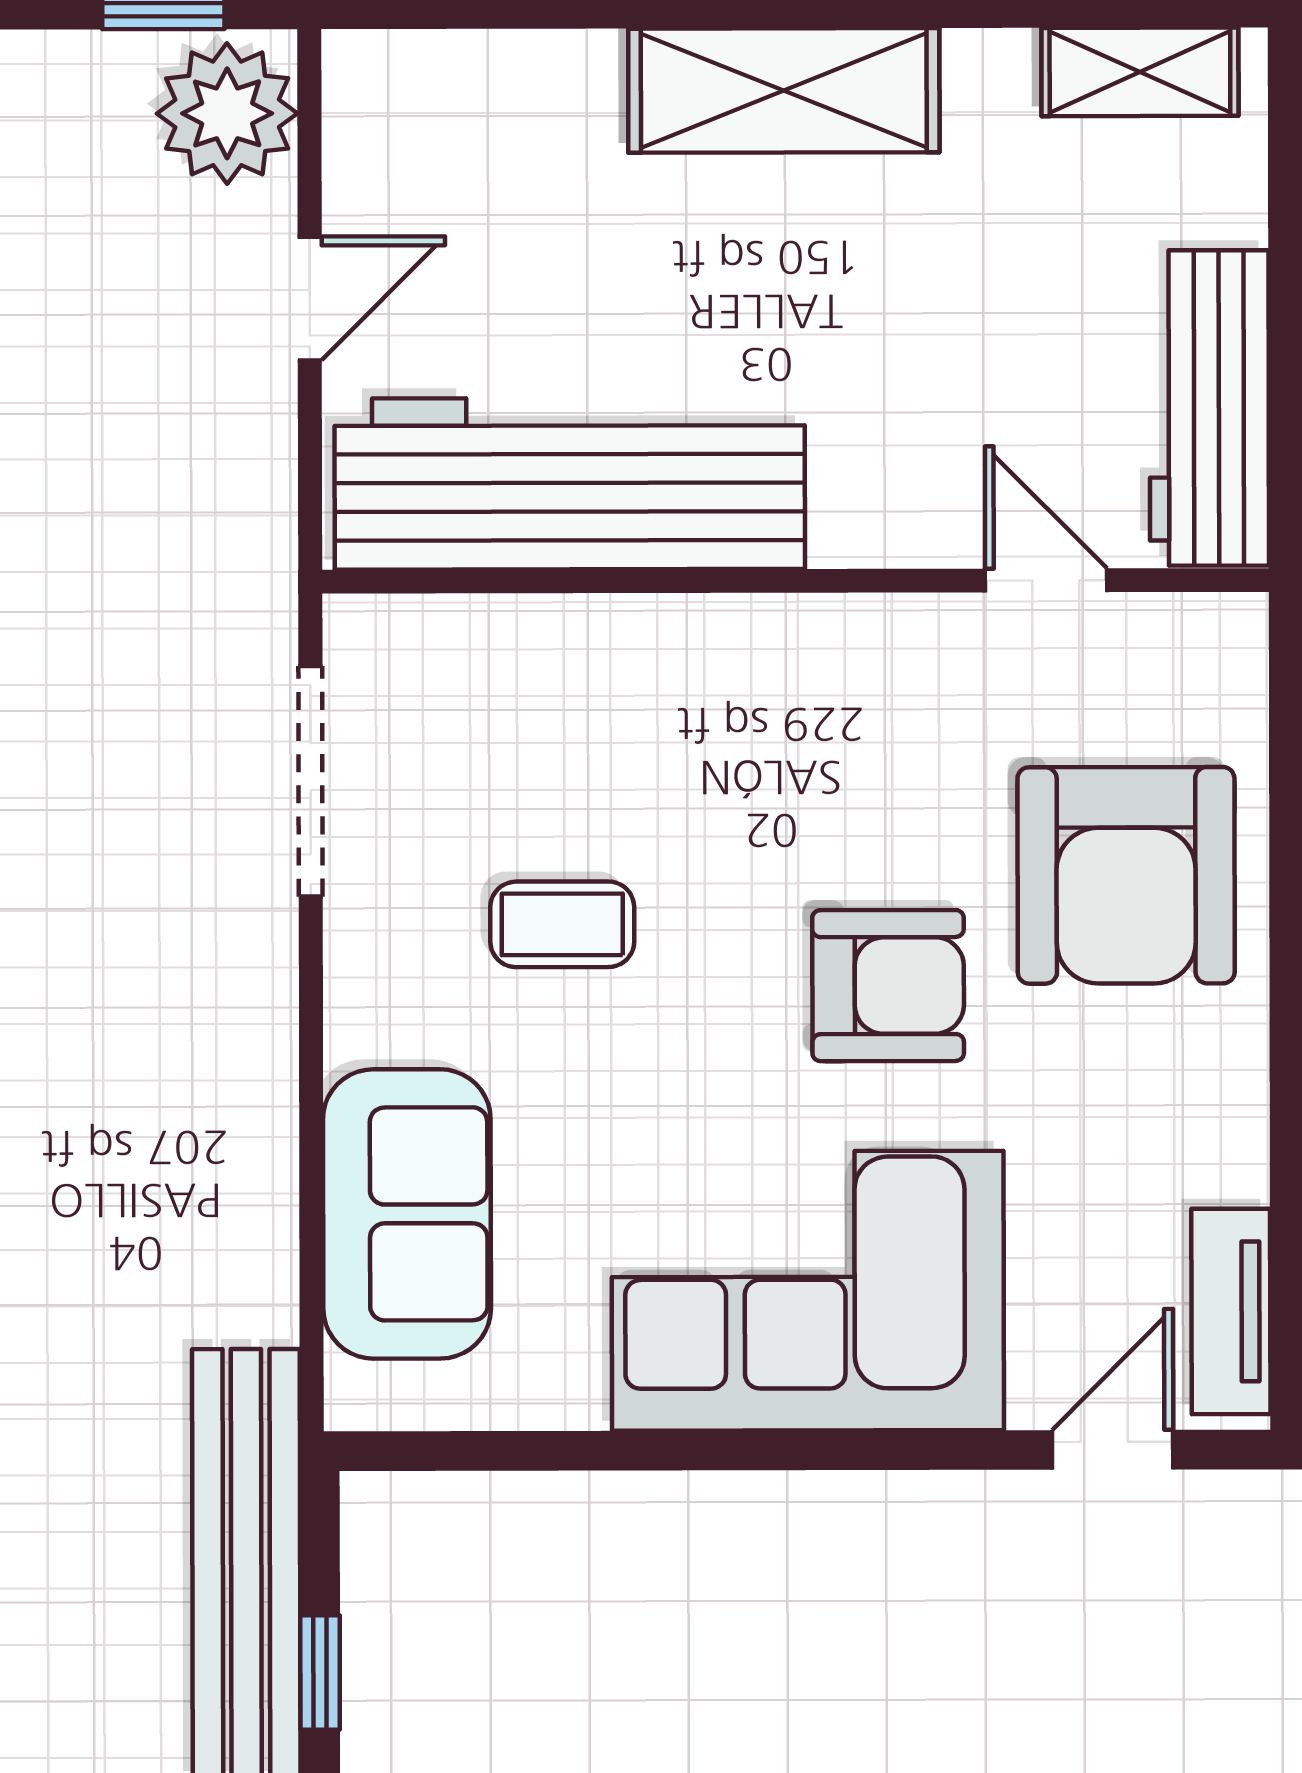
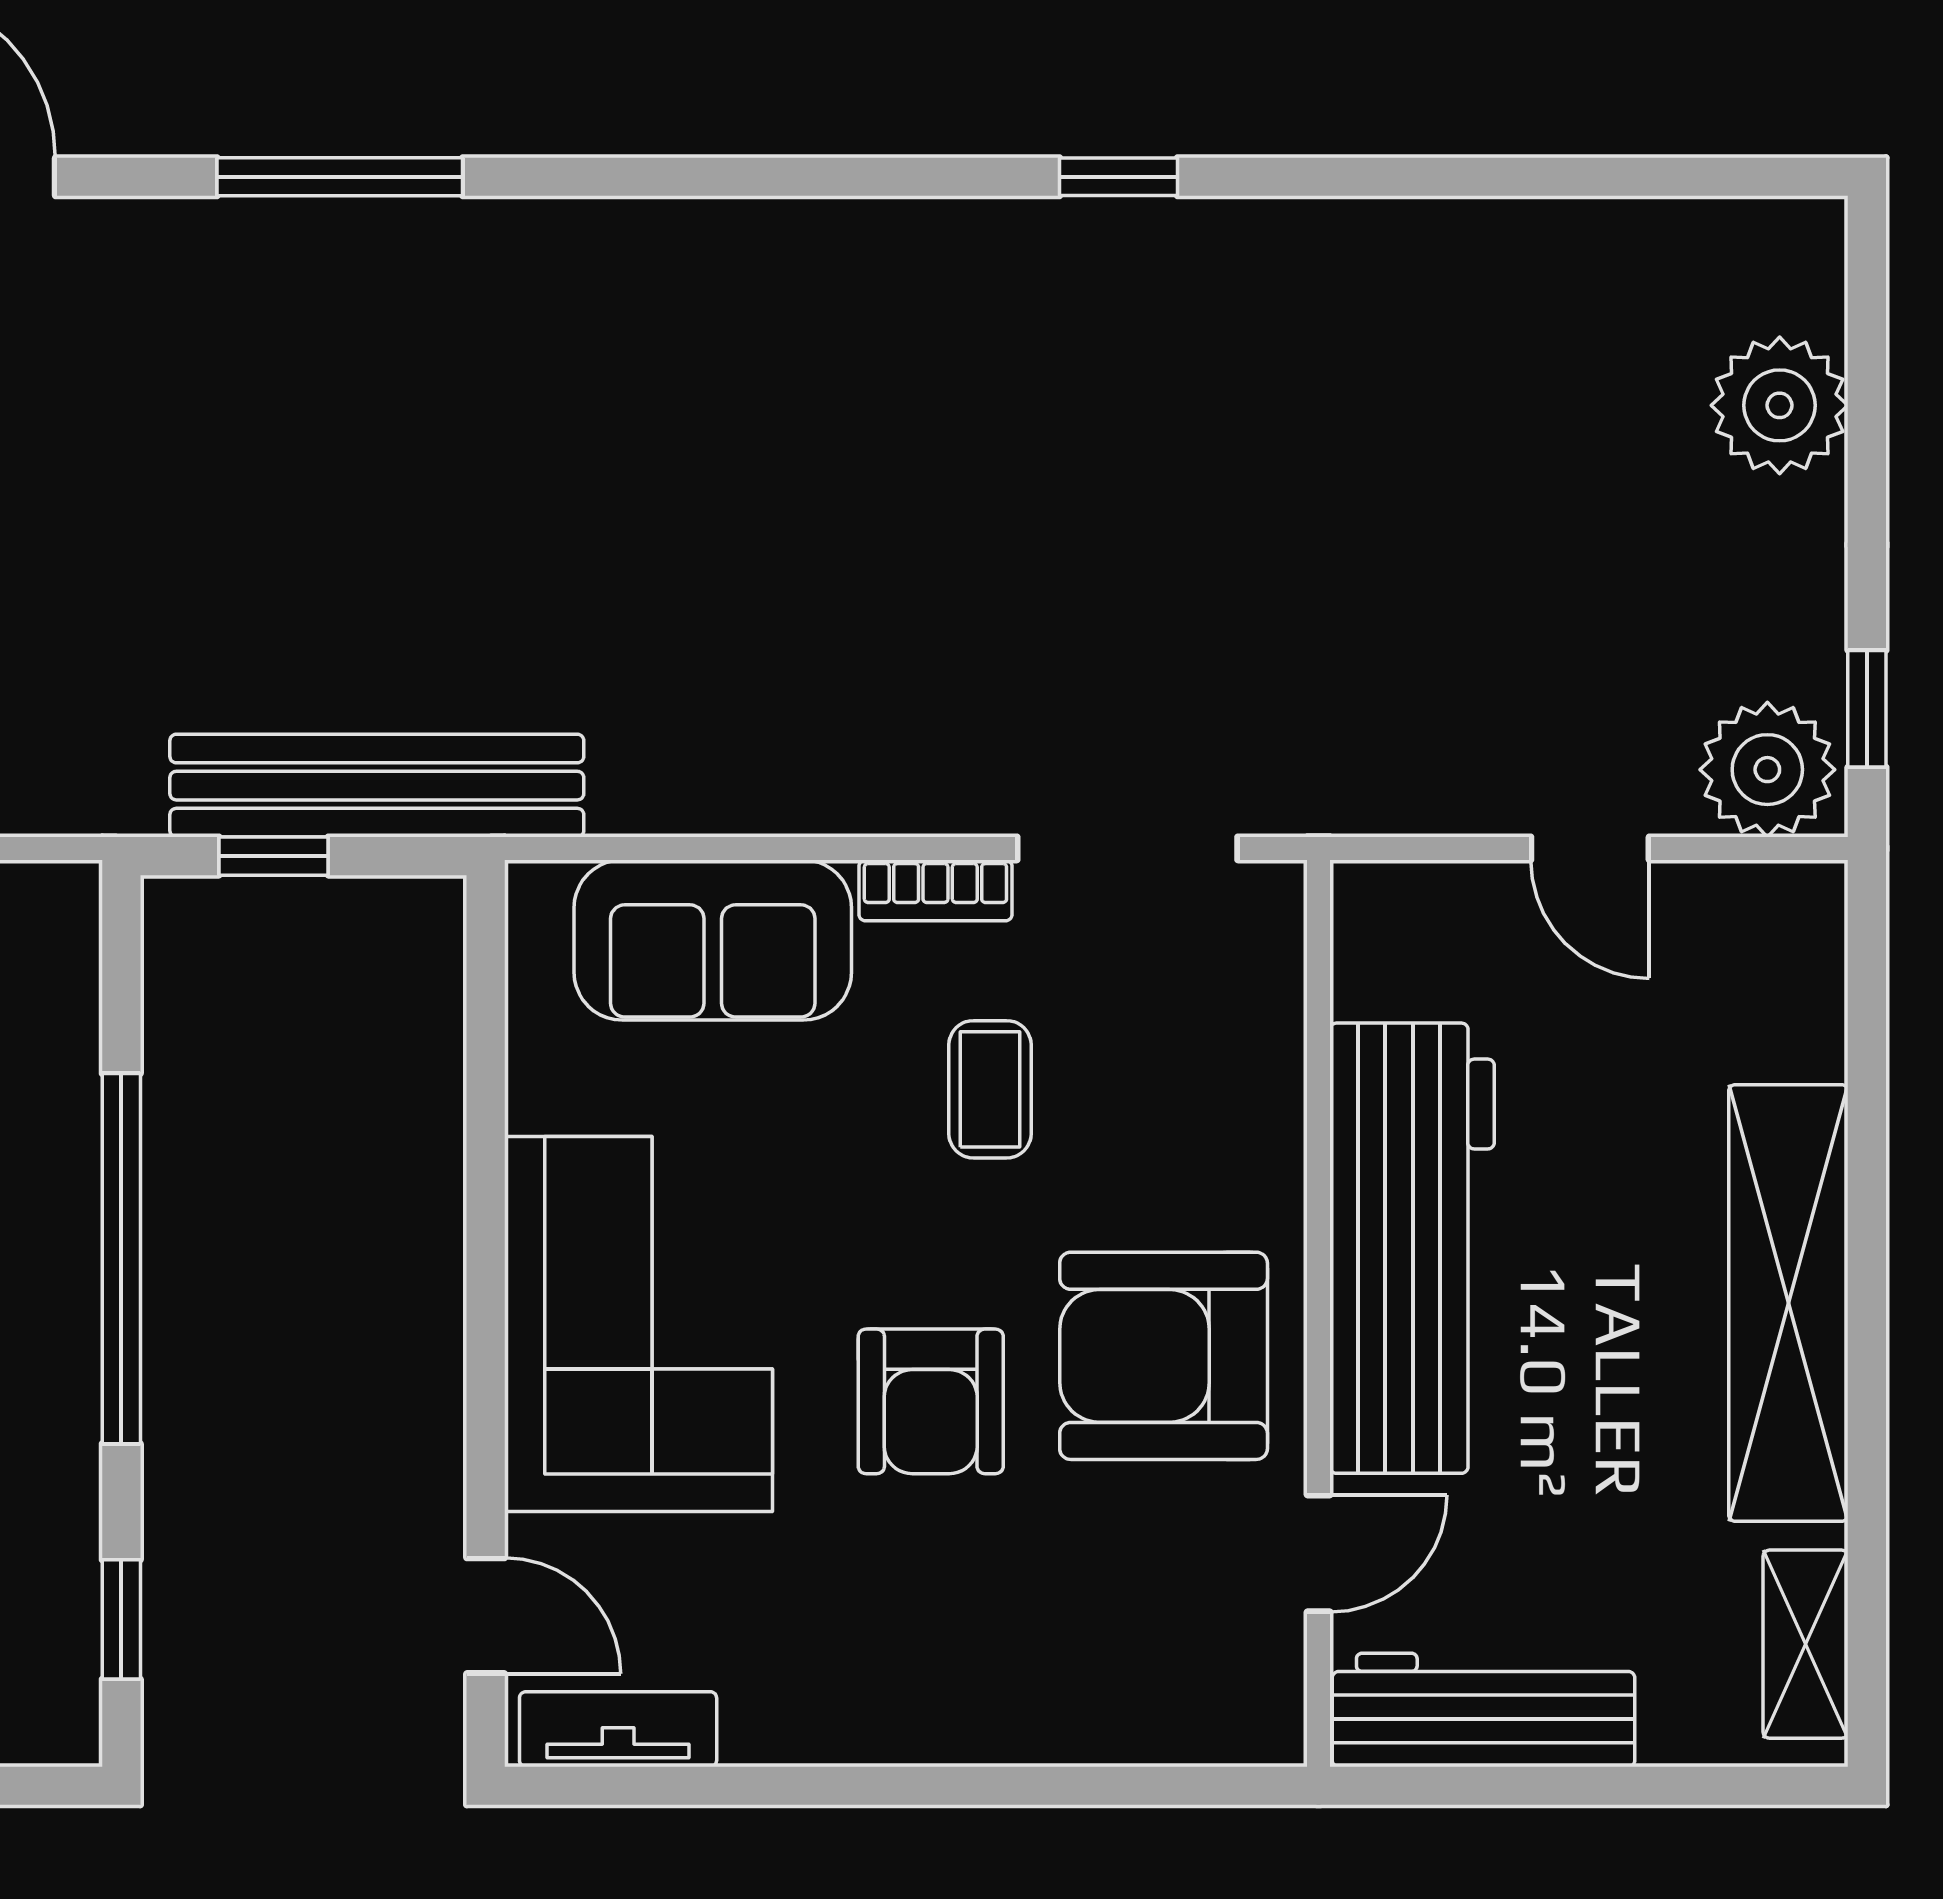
shelving: (784, 90) -> (1788, 1303), width x1.47
workbench: (570, 484) -> (1412, 1248), moved
armchair: (1126, 875) -> (1164, 1356), moved
bookcase: (355, 982) -> (935, 890), added

